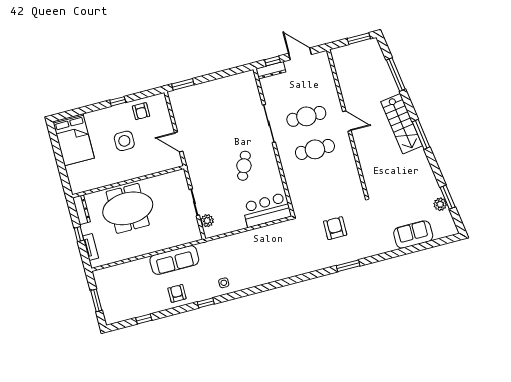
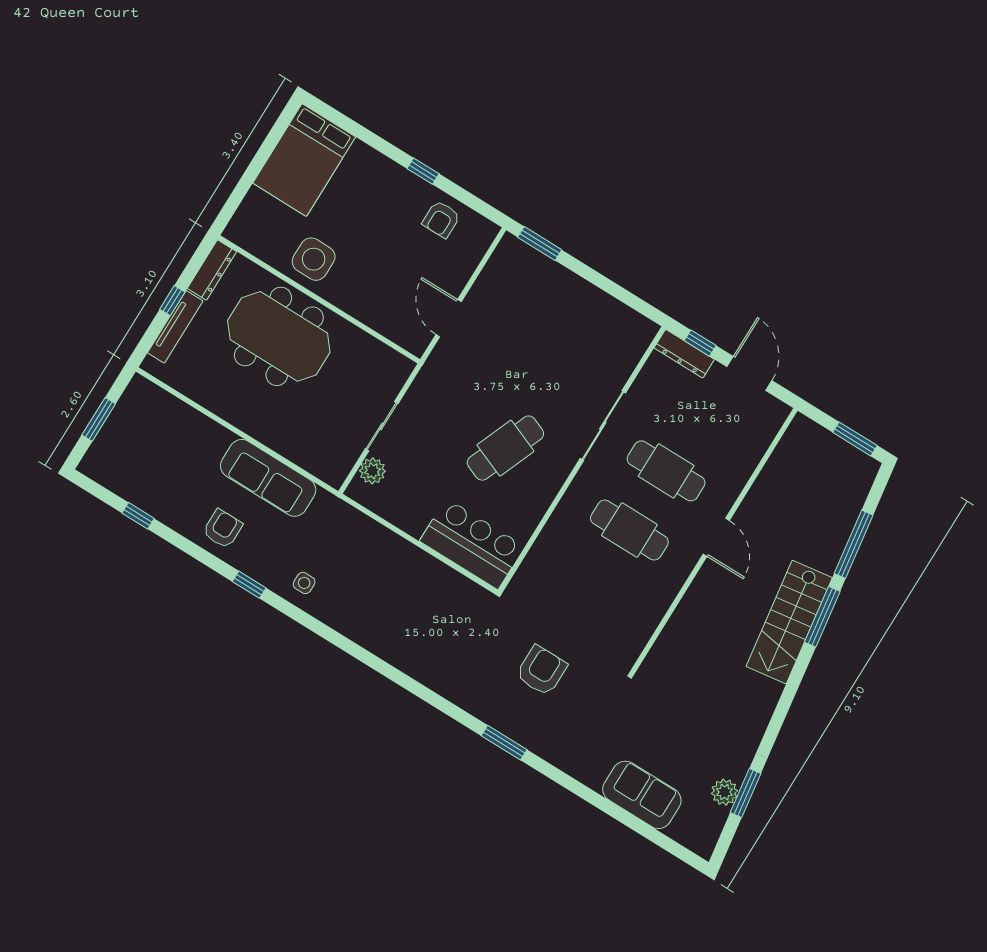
window: (421, 134) -> (822, 617), moved
side table: (124, 141) -> (314, 259), moved
cafe table: (244, 166) -> (505, 448), width x1.37, depth x1.35
tv unit: (91, 247) -> (175, 327), width x1.41

